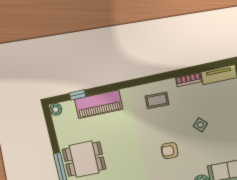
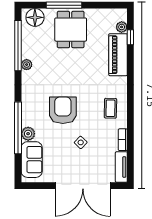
plant: (56, 109) -> (122, 27), moved
armchair: (170, 151) -> (63, 110), width x1.88, depth x1.88

